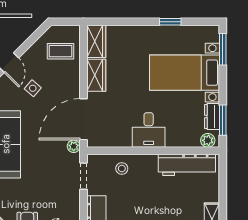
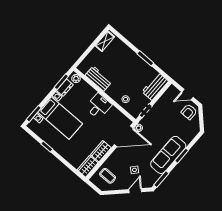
workbench: (187, 165) -> (98, 79), width x0.73

